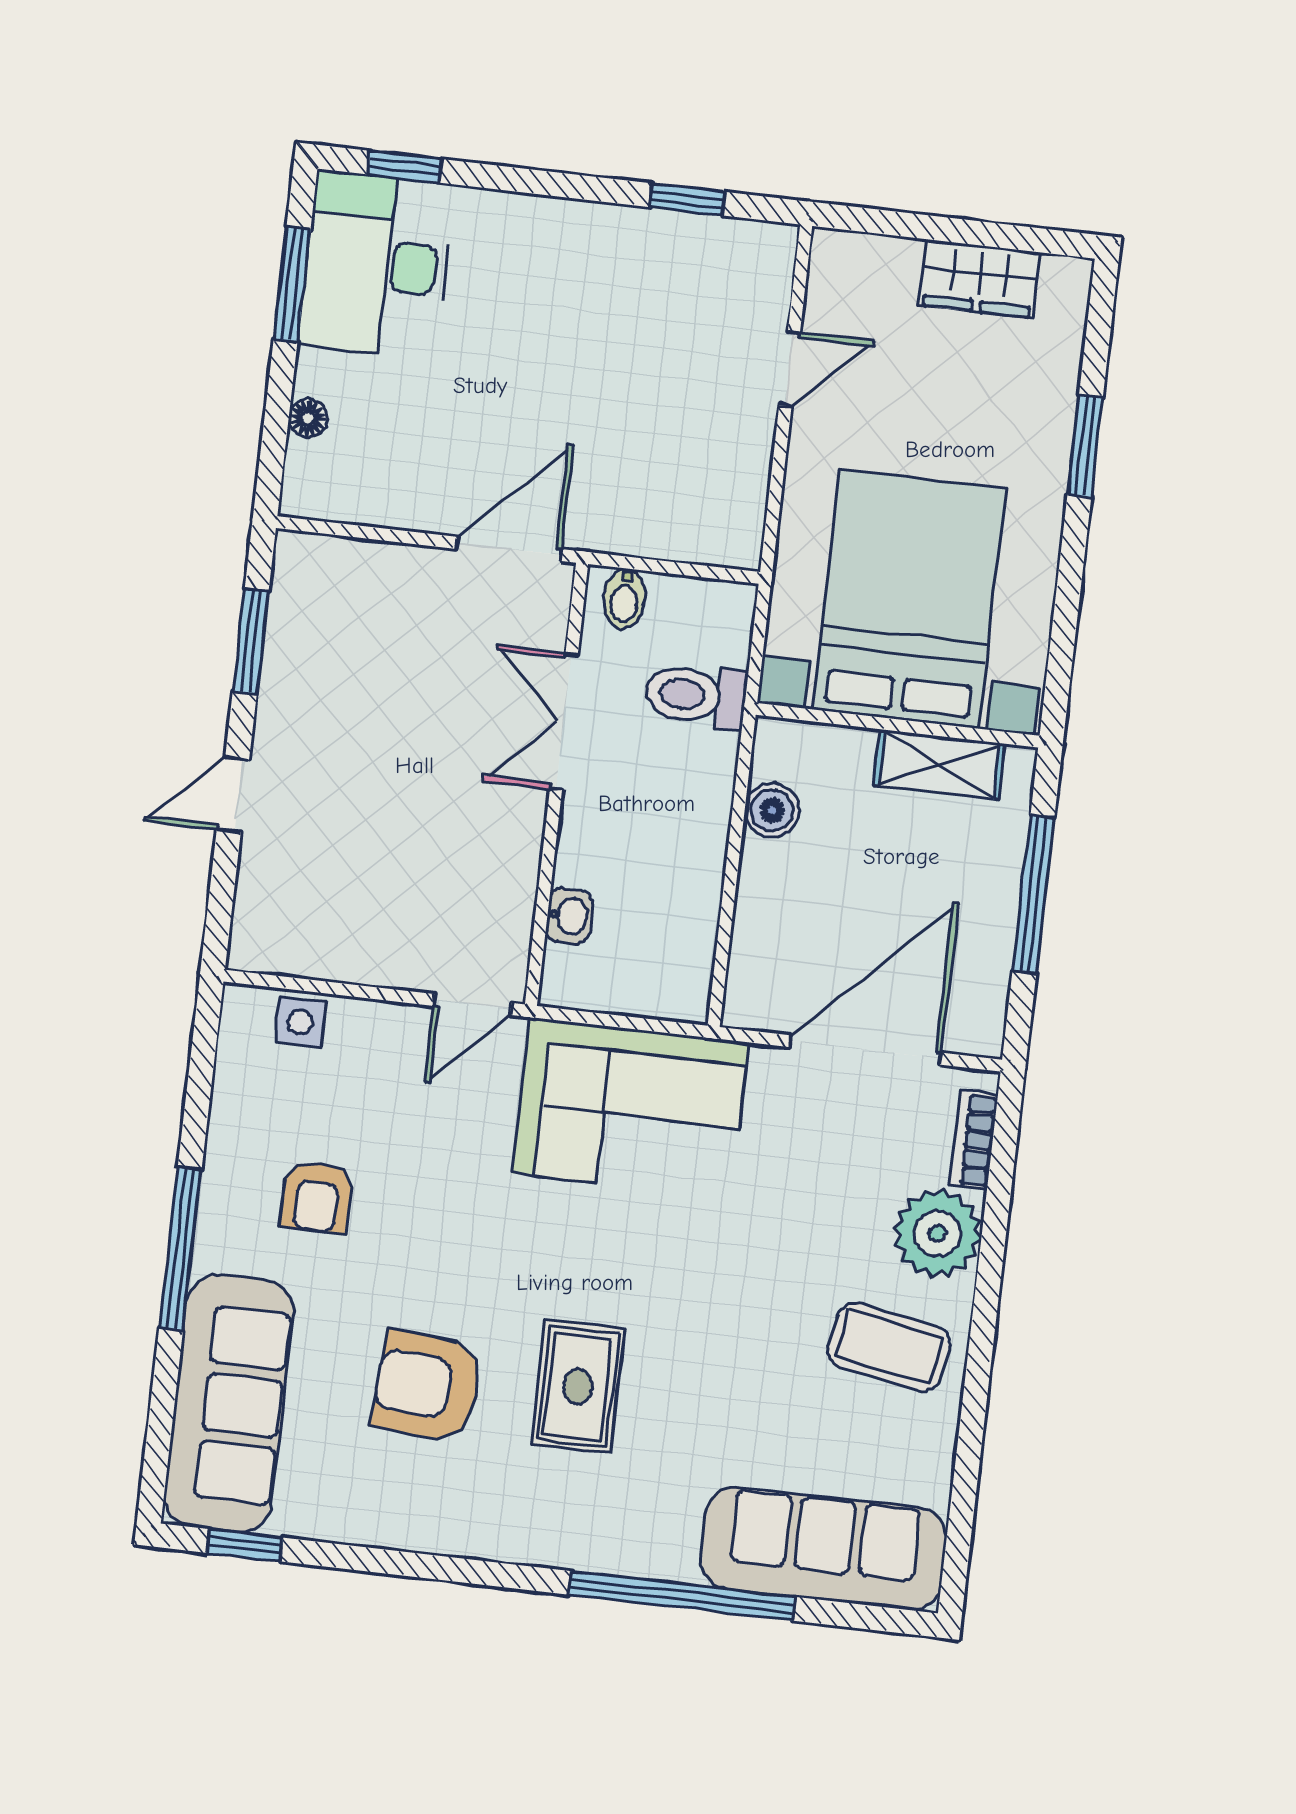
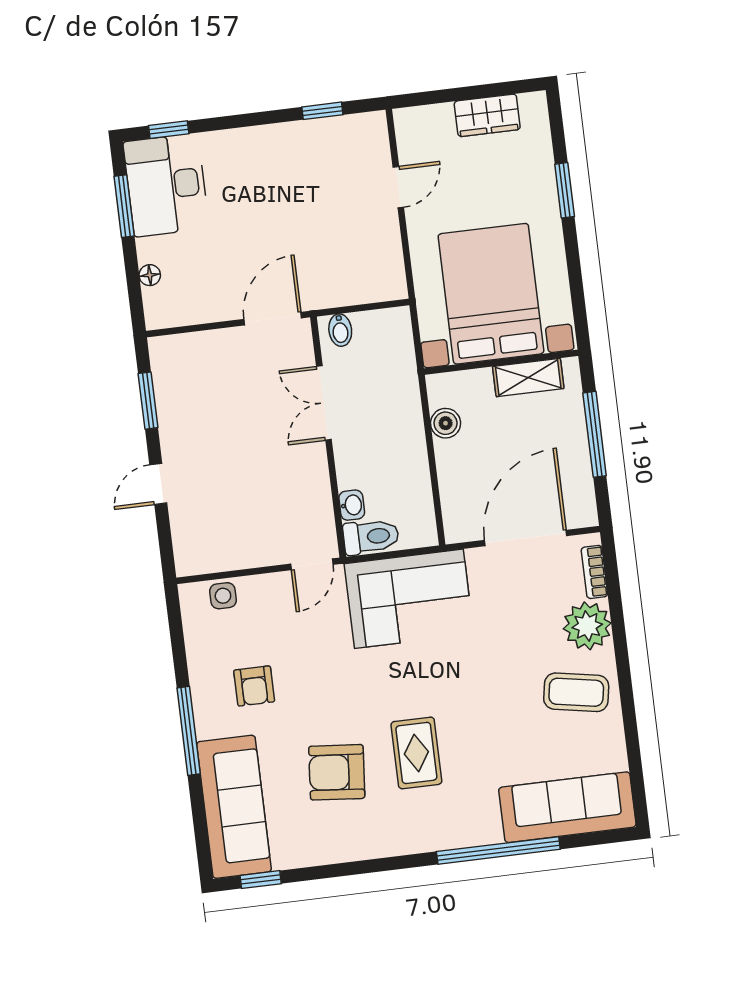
toilet: (696, 695) -> (371, 537), moved, turned 180

